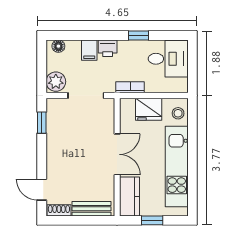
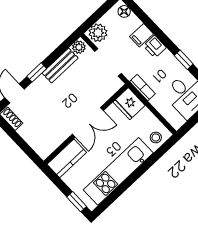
plant: (53, 107) -> (79, 47), added
fridge: (149, 109) -> (129, 104), moved
window: (42, 123) -> (37, 72), moved
bench: (92, 209) -> (60, 66), moved, turned 90
window: (152, 220) -> (77, 202), moved

